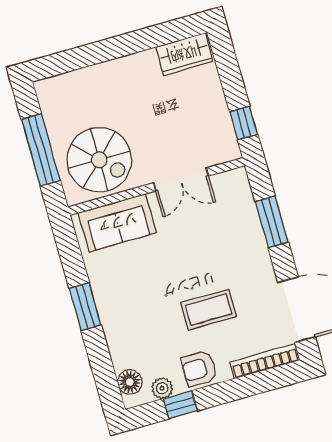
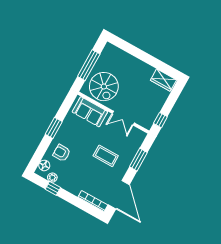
coffee table: (209, 310) -> (106, 156), moved
armchair: (199, 369) -> (62, 153), moved

